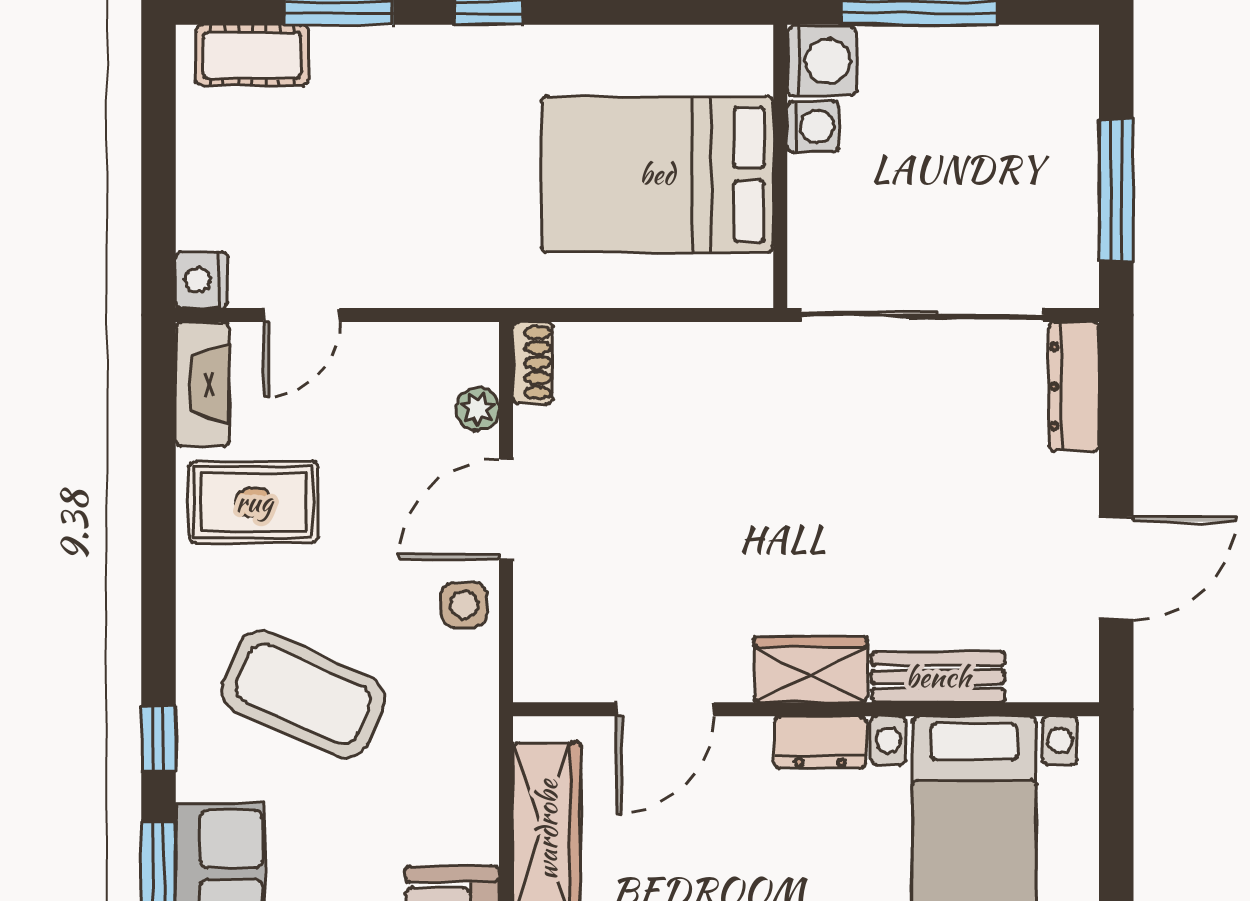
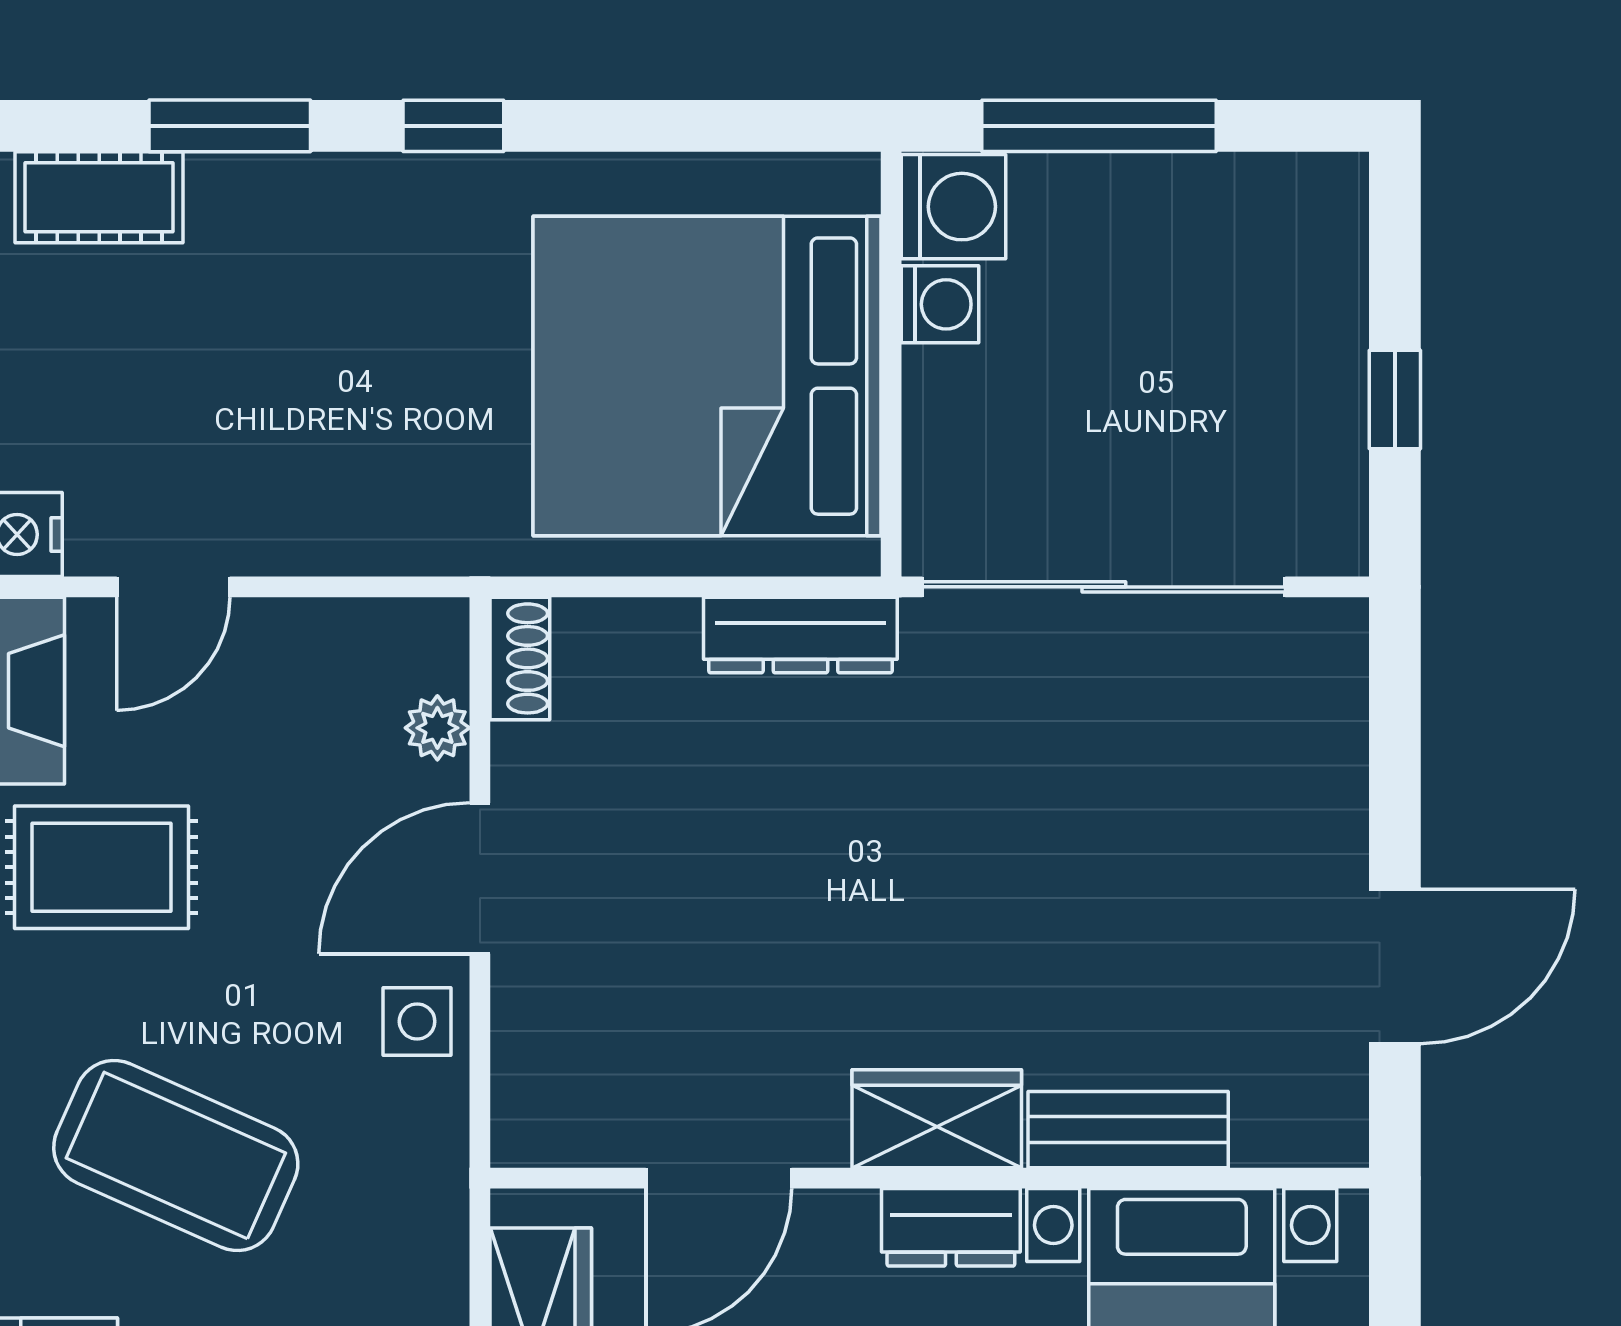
bed: (657, 174) -> (707, 376), width x1.36
window: (1116, 190) -> (1395, 400), width x0.46
dresser: (1074, 386) -> (800, 635), moved, turned -90

